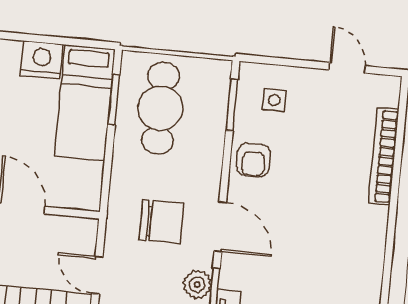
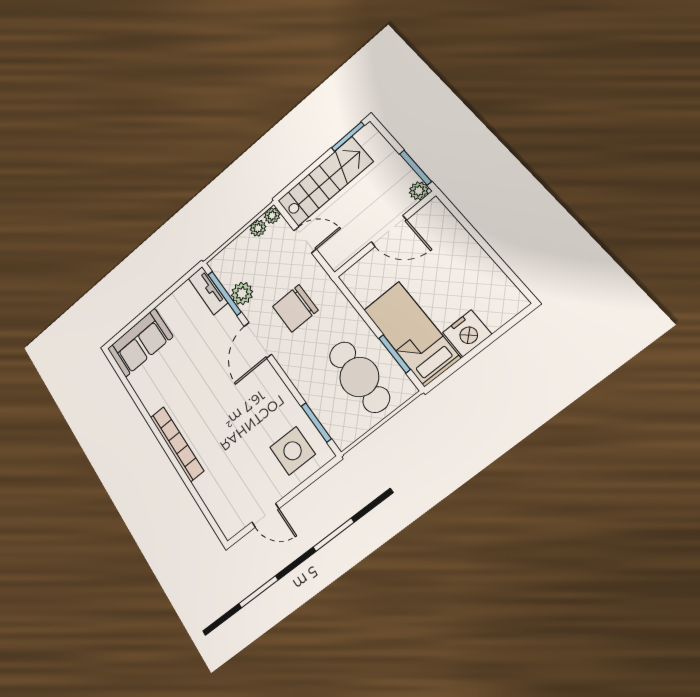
side table: (274, 100) -> (293, 451), width x1.87, depth x1.87
bookcase: (384, 156) -> (177, 444), moved
armchair: (253, 160) -> (273, 400), removed
door: (220, 227) -> (258, 340), hinge flipped

